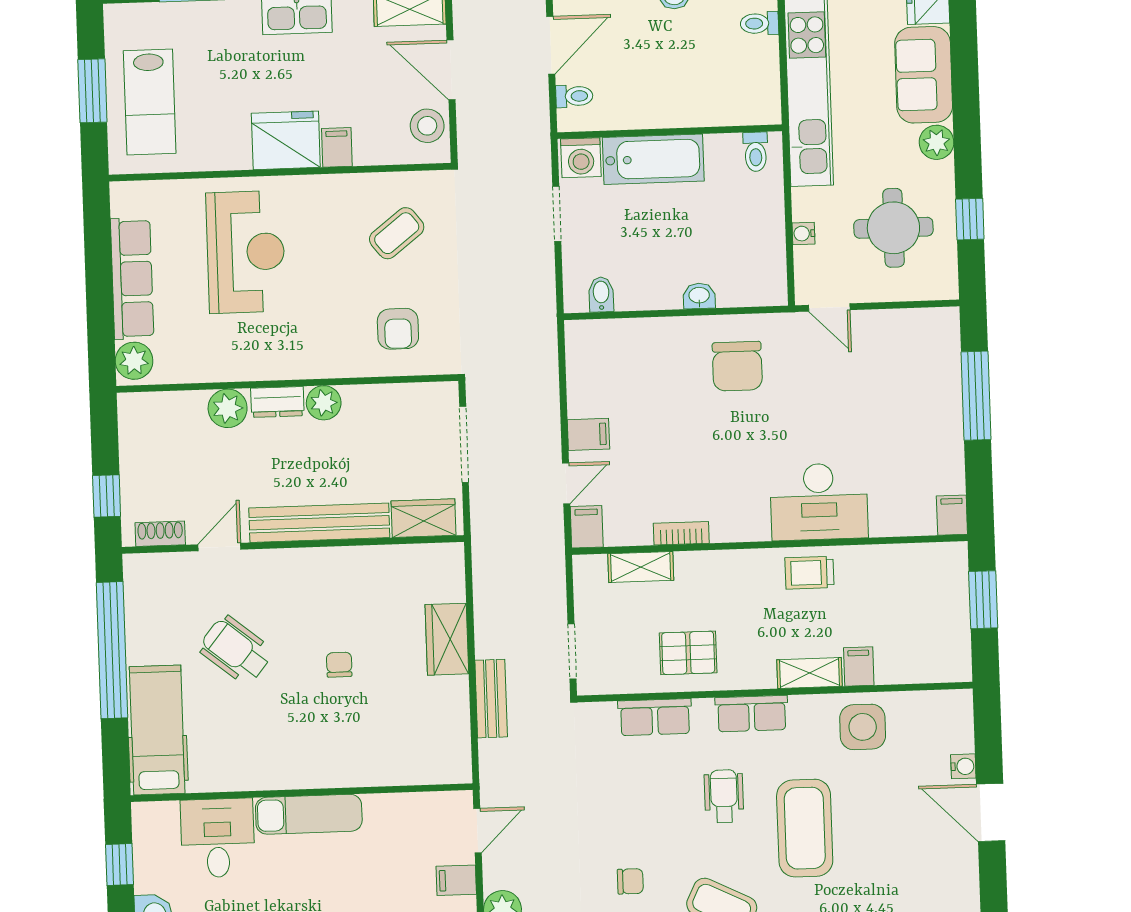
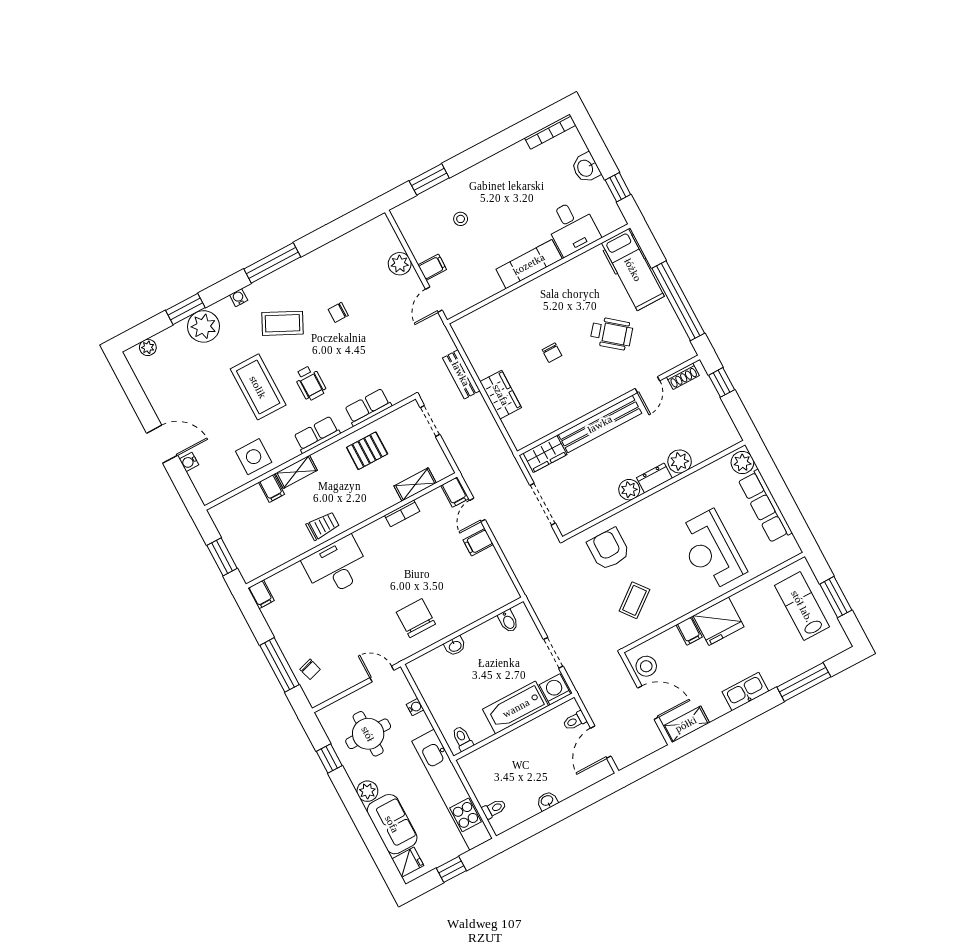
armchair: (398, 329) -> (609, 549), width x1.38, depth x1.38
chair: (933, 367) -> (310, 669), added

